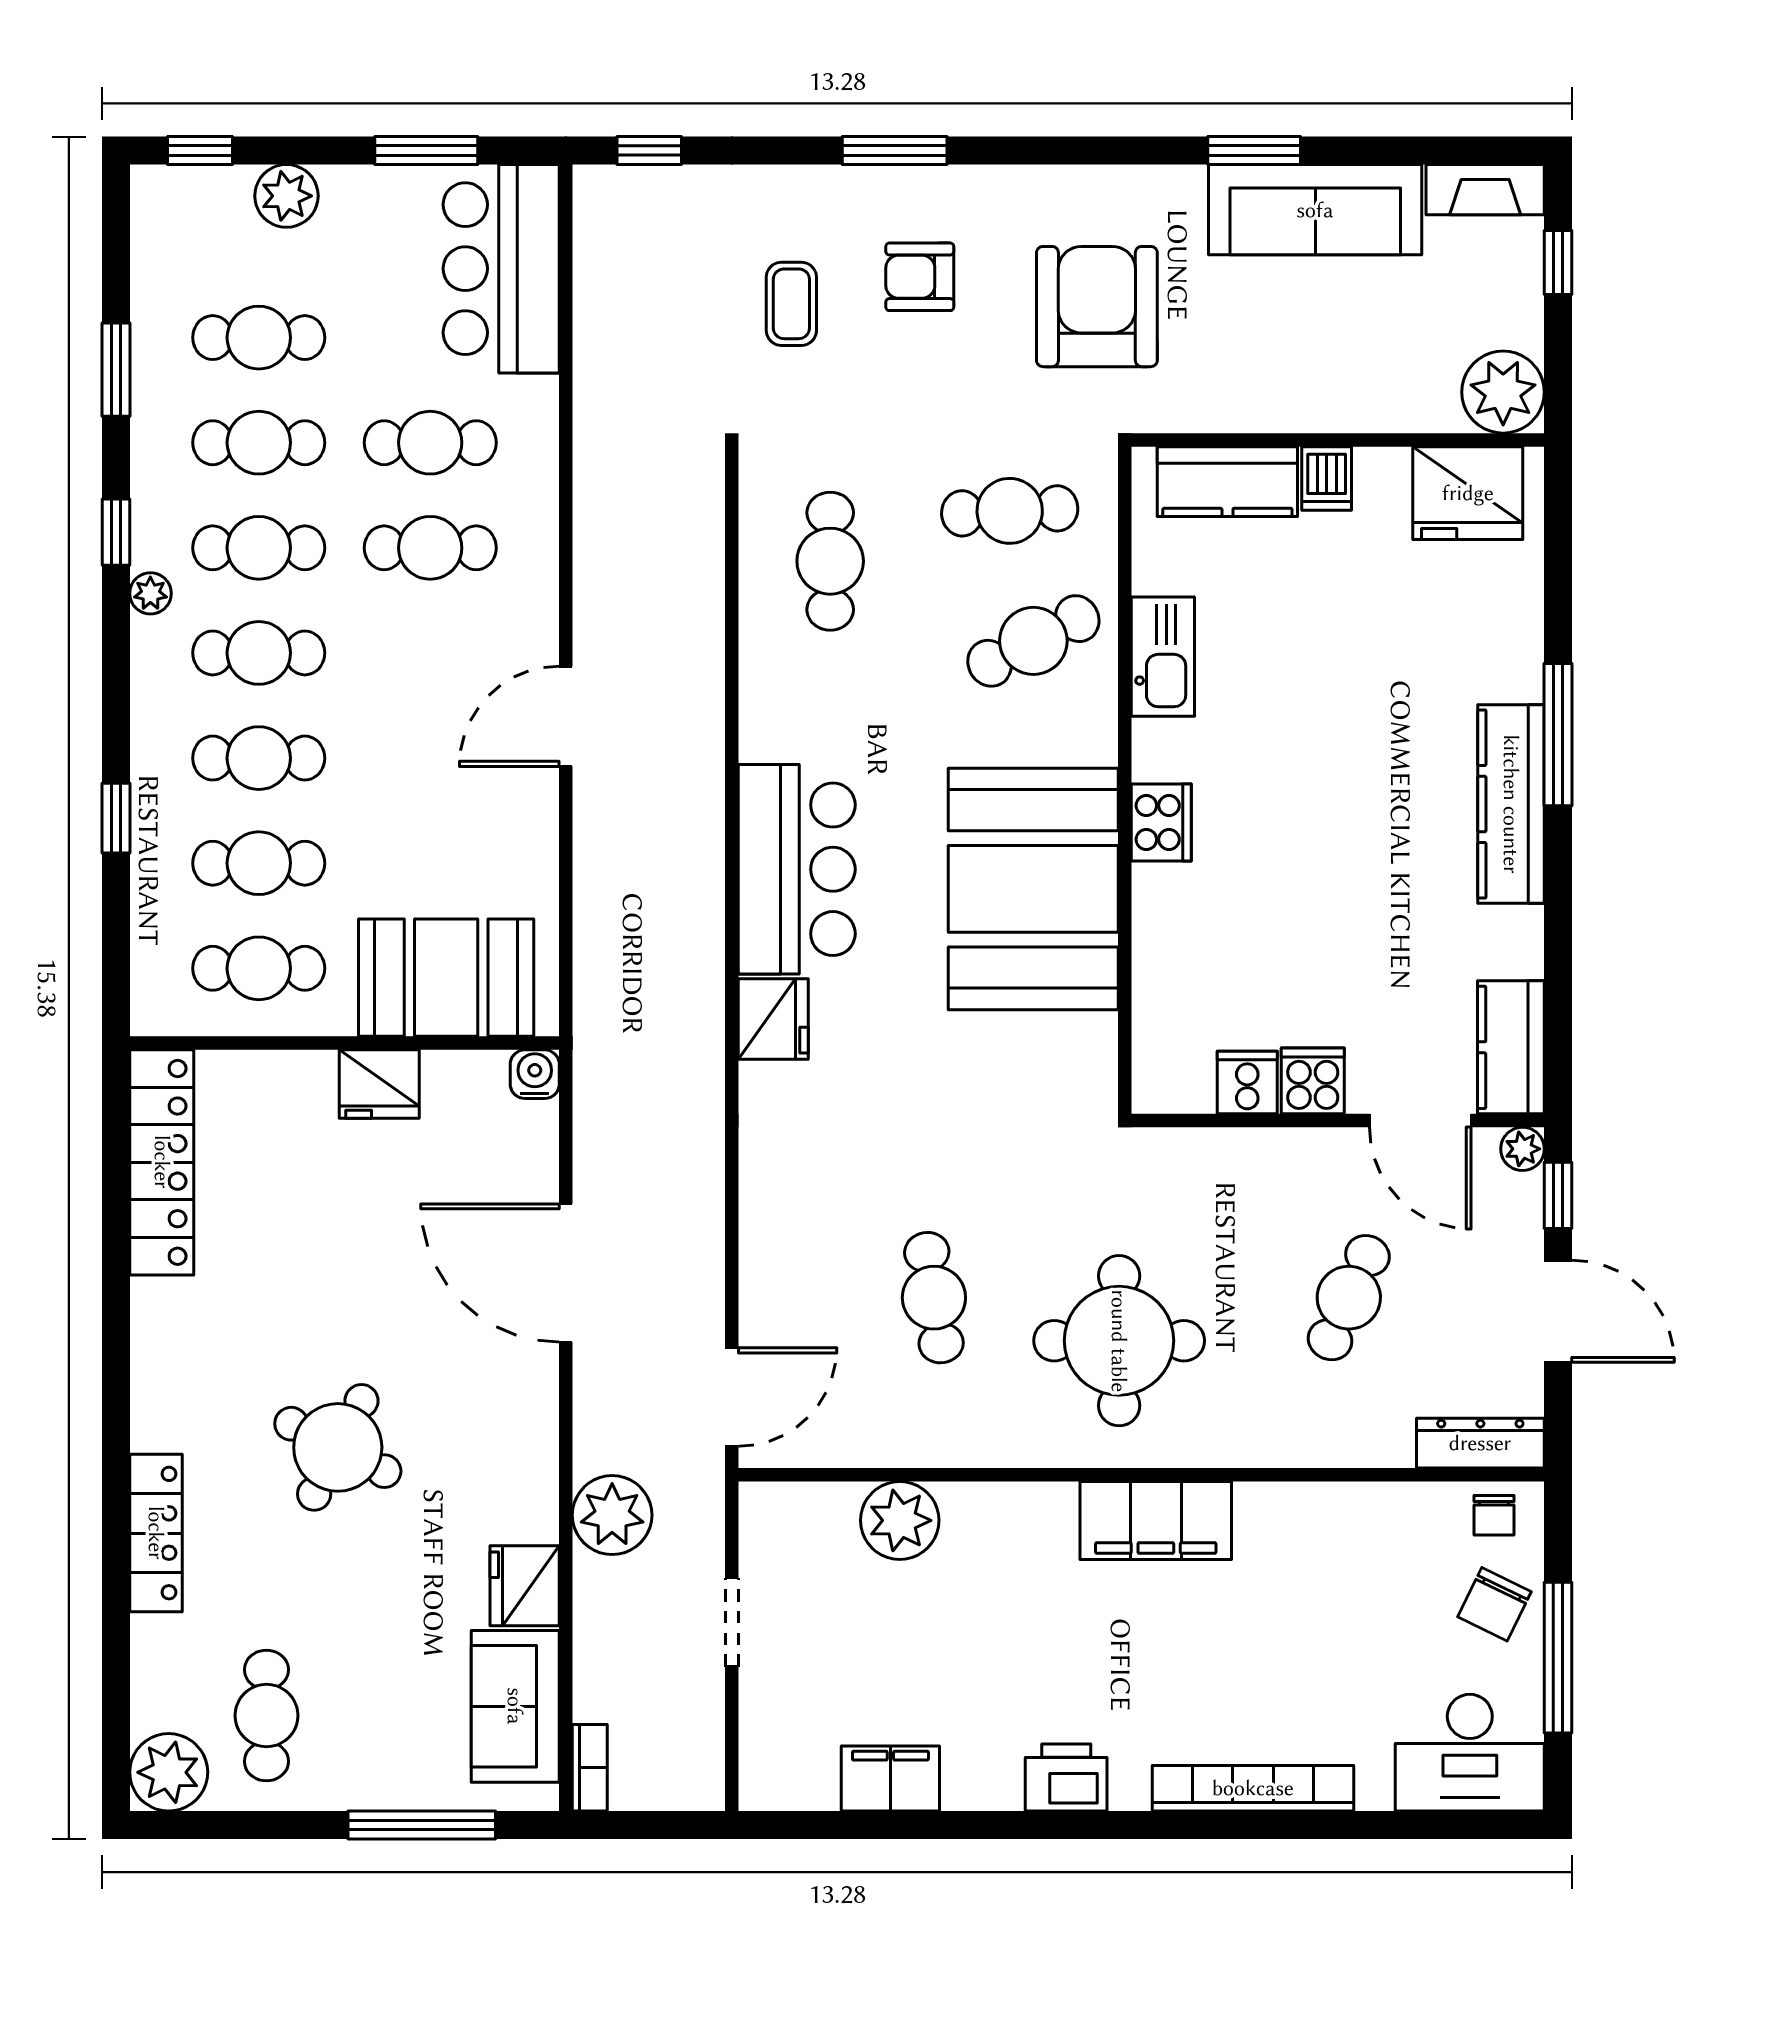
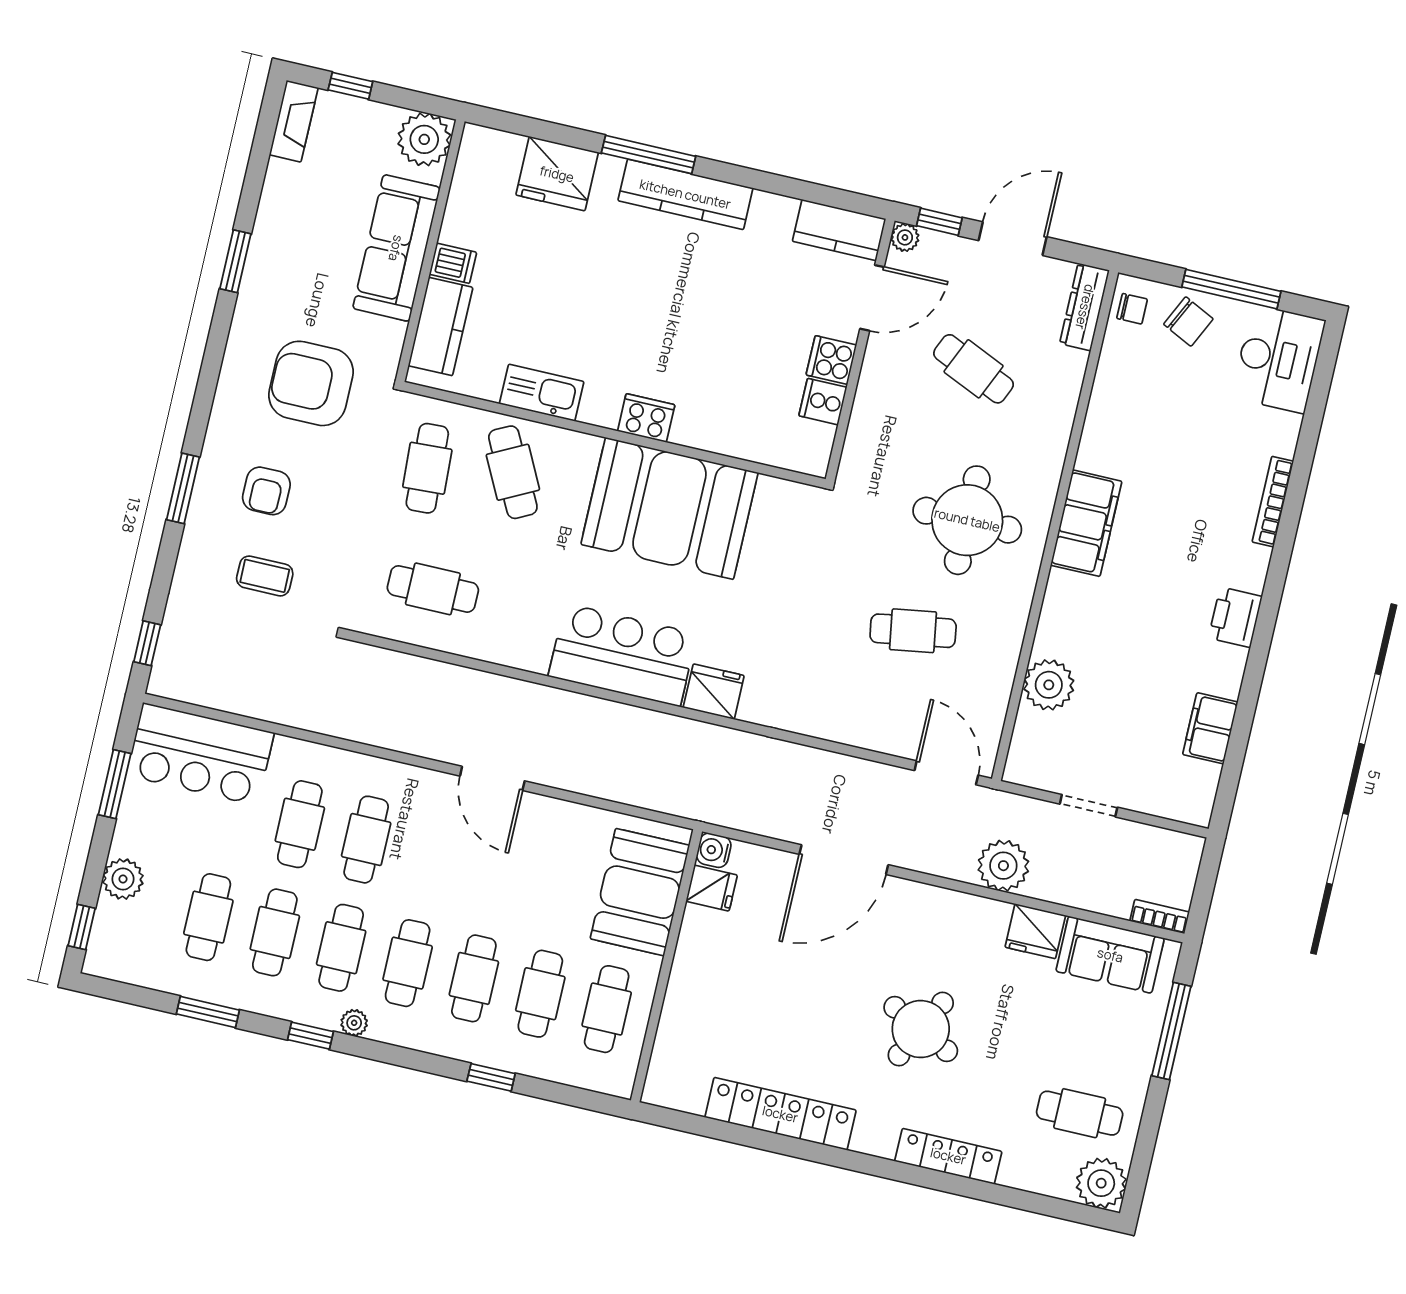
sofa: (1315, 210) -> (396, 248), moved, turned 180
fridge: (1468, 493) -> (557, 174), moved, turned 90
fridge: (379, 1084) -> (712, 888), moved, width x0.72
locker: (162, 1162) -> (780, 1114), moved
bookcase: (1253, 1788) -> (1273, 502), width x0.68, depth x0.76

